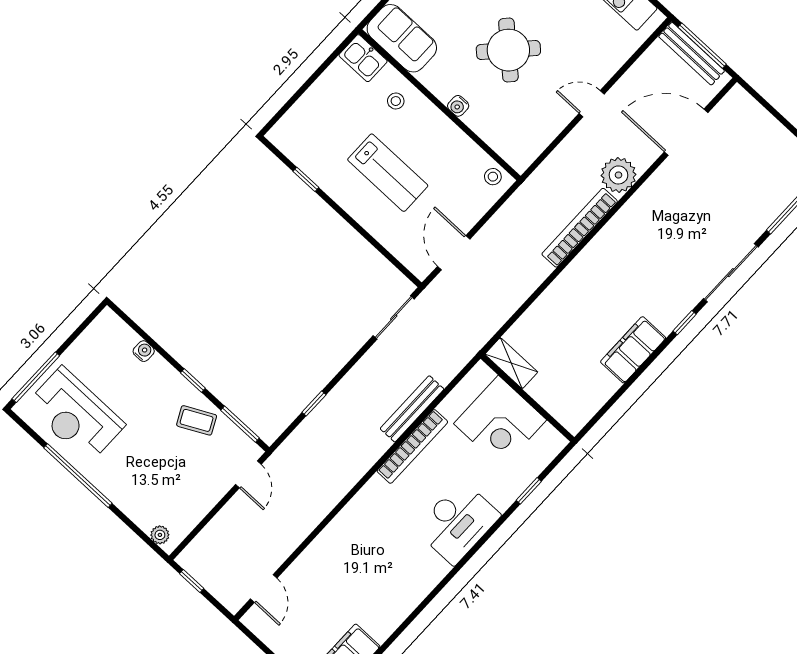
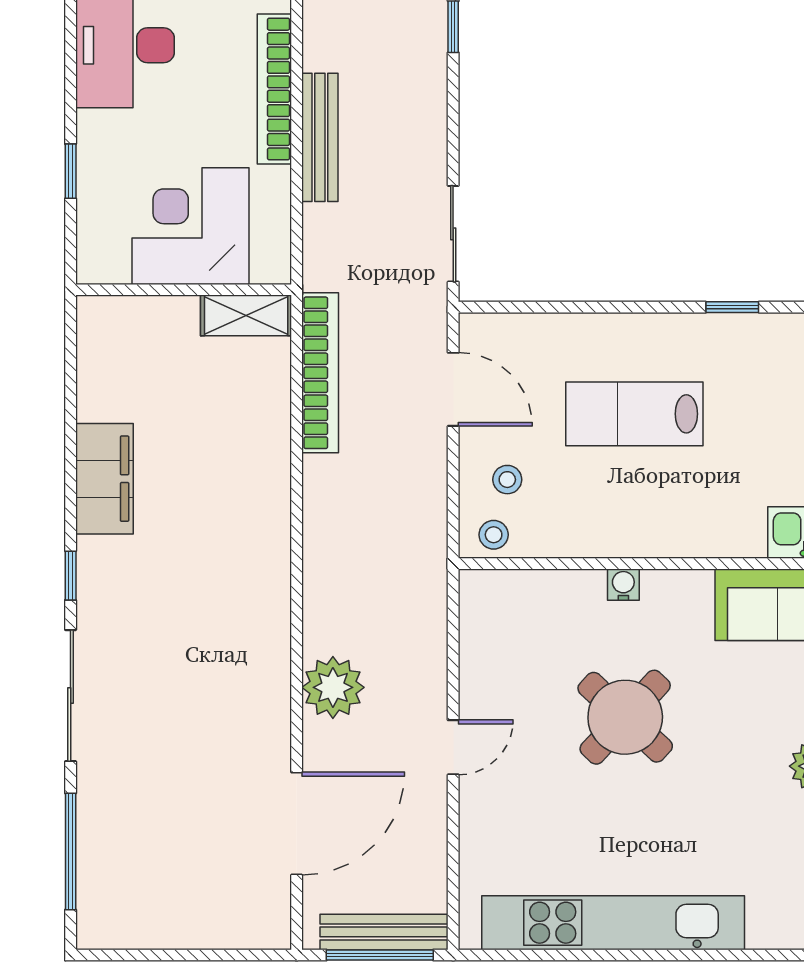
stool: (396, 101) -> (507, 480), moved
bookcase: (580, 228) -> (320, 373), moved

